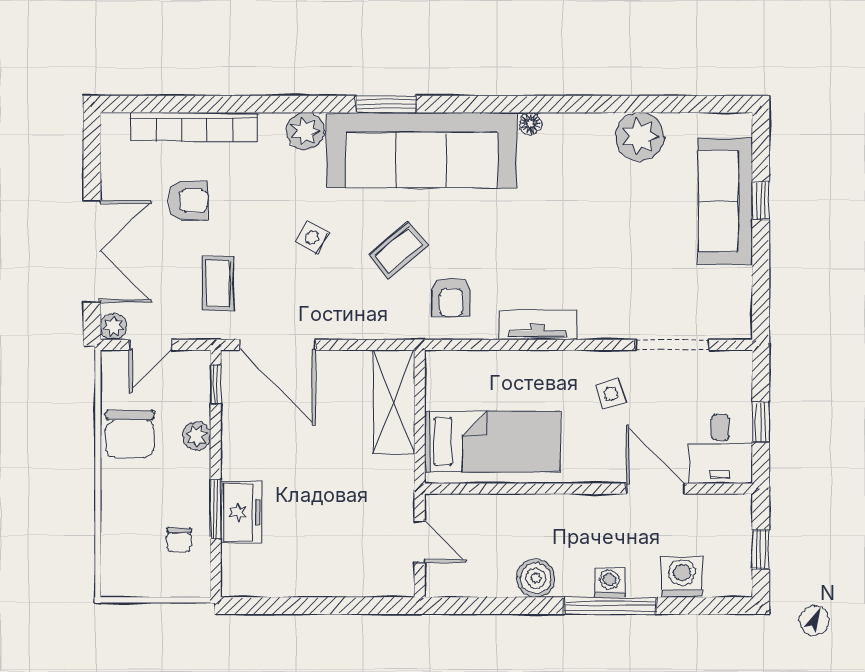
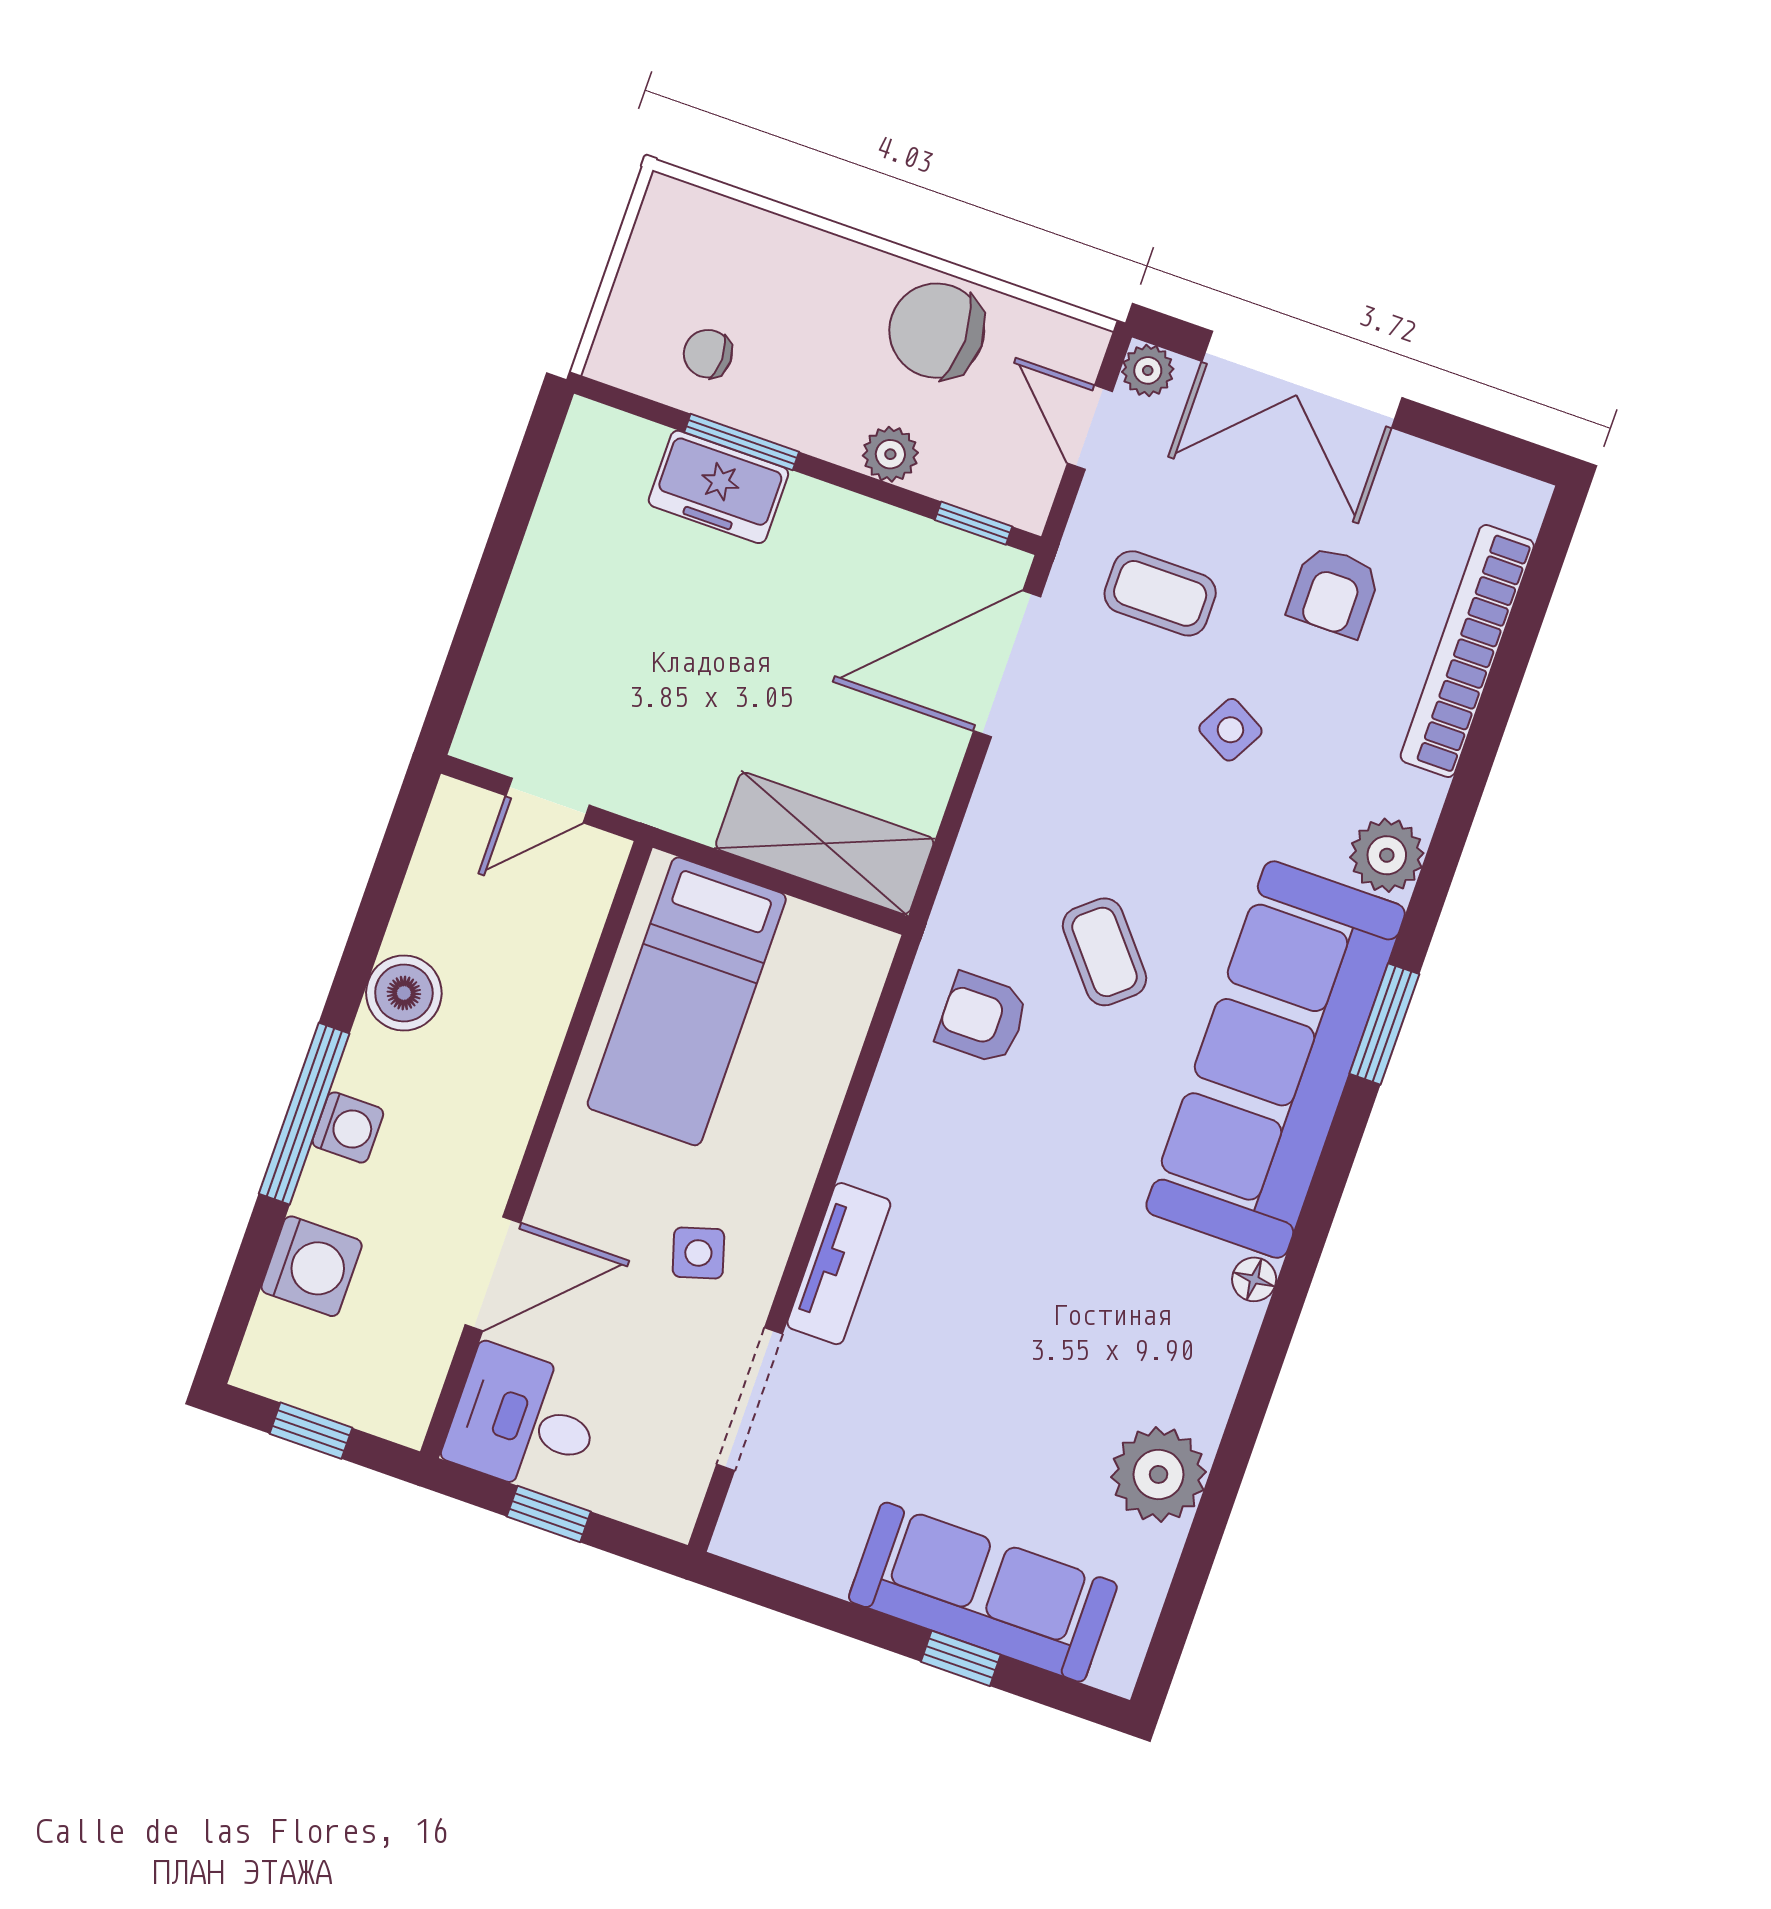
side table: (312, 237) -> (1230, 730), moved
tv unit: (538, 325) -> (839, 1264), moved

